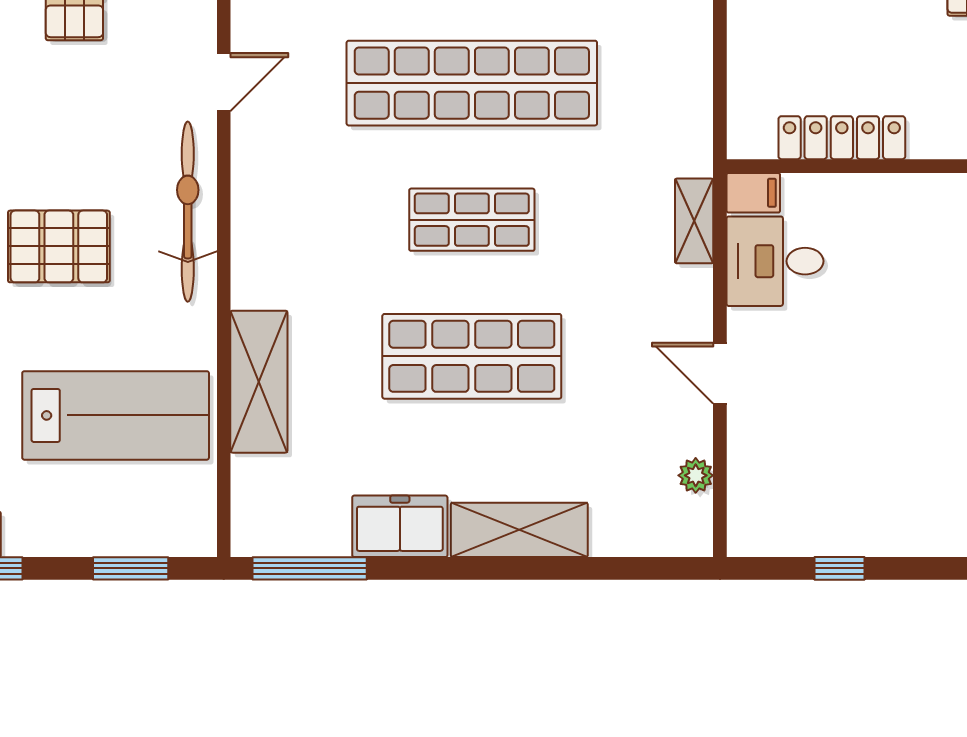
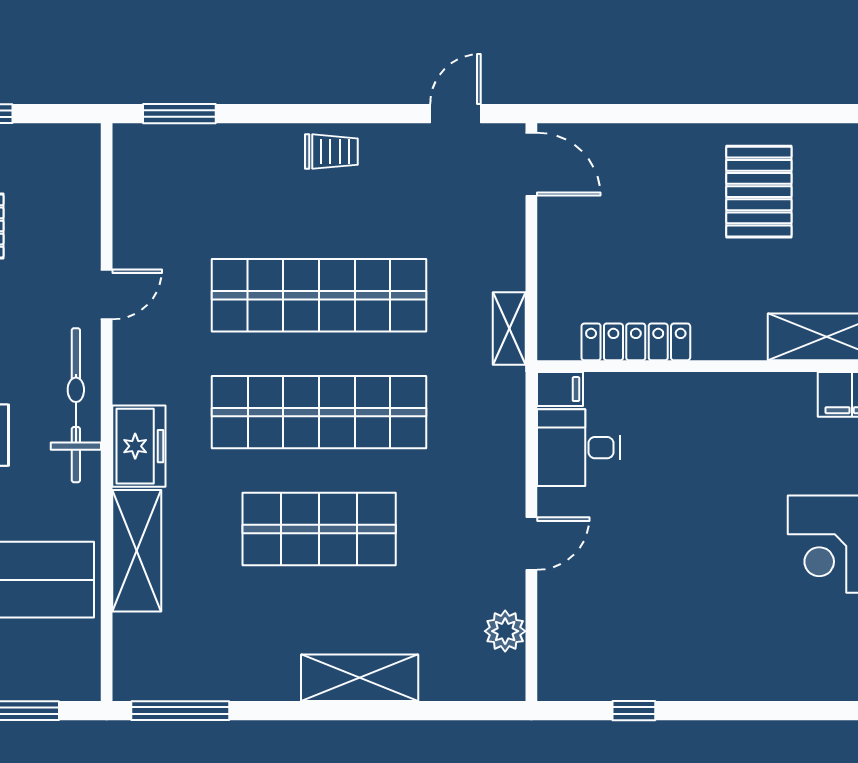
shop shelf: (472, 220) -> (319, 412), width x2.00, depth x1.36
shelving: (694, 221) -> (509, 329), moved
door: (720, 373) -> (531, 544), swing flipped
plant: (696, 475) -> (505, 631), width x1.38, depth x1.38
freezer: (400, 526) -> (139, 446), moved, turned 90

